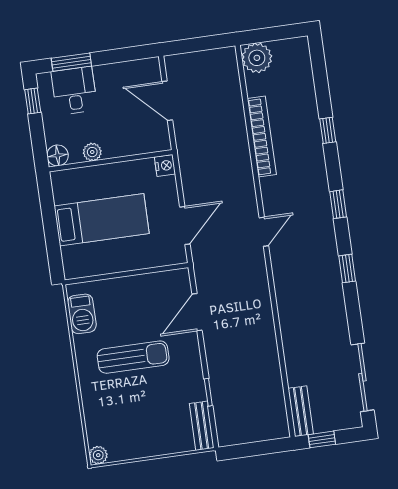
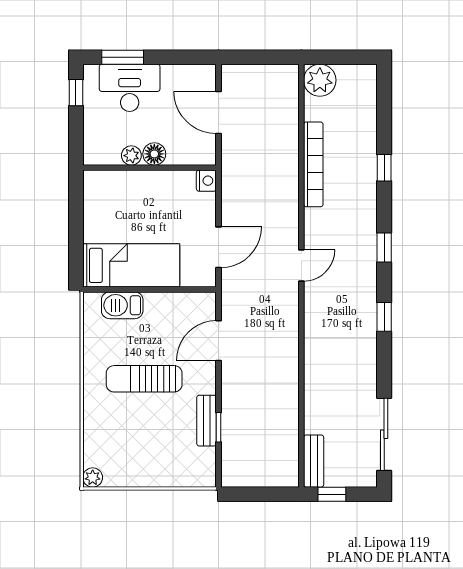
desk: (74, 91) -> (130, 88), width x1.37
floor lamp: (58, 155) -> (154, 154), moved
bed: (102, 220) -> (131, 265), moved
barbecue: (82, 314) -> (122, 305), moved, turned 90
sun lounger: (133, 357) -> (144, 379), turned 180
bench: (202, 426) -> (206, 421), moved

